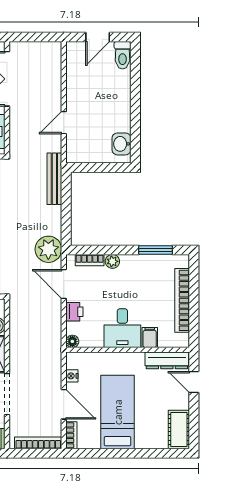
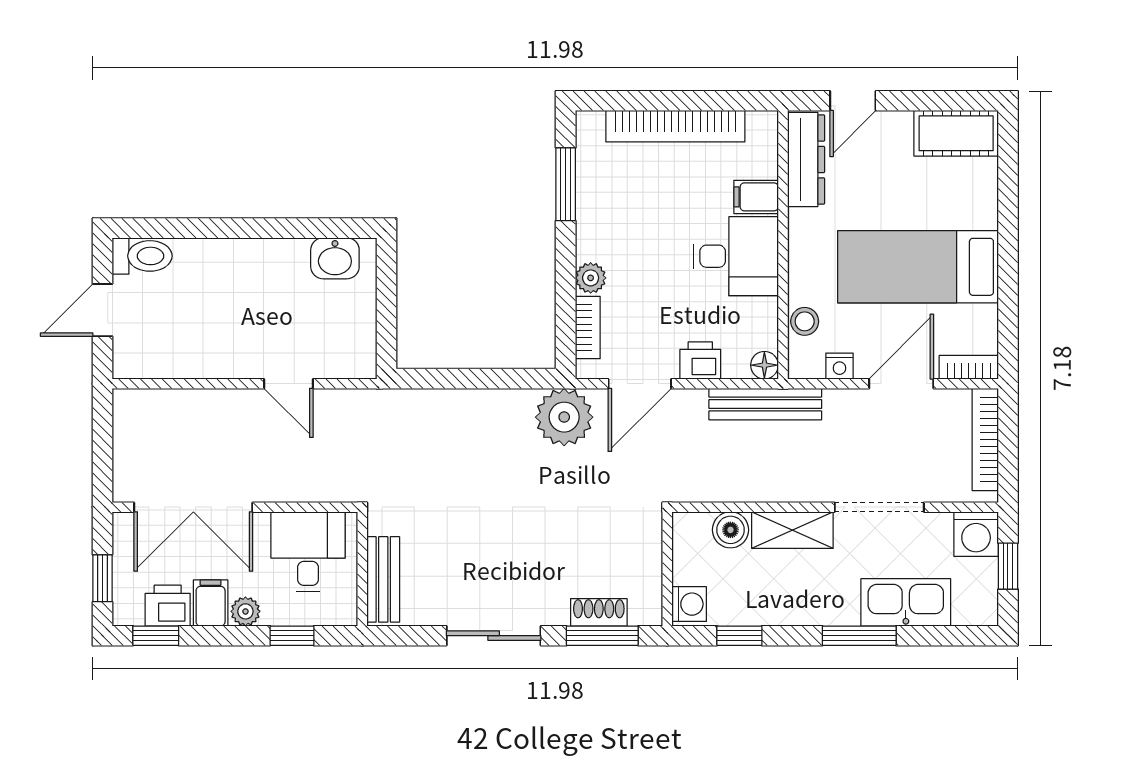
door: (98, 37) -> (103, 310), swing flipped
bench: (54, 179) -> (765, 404), moved
stool: (92, 360) -> (805, 321), added

